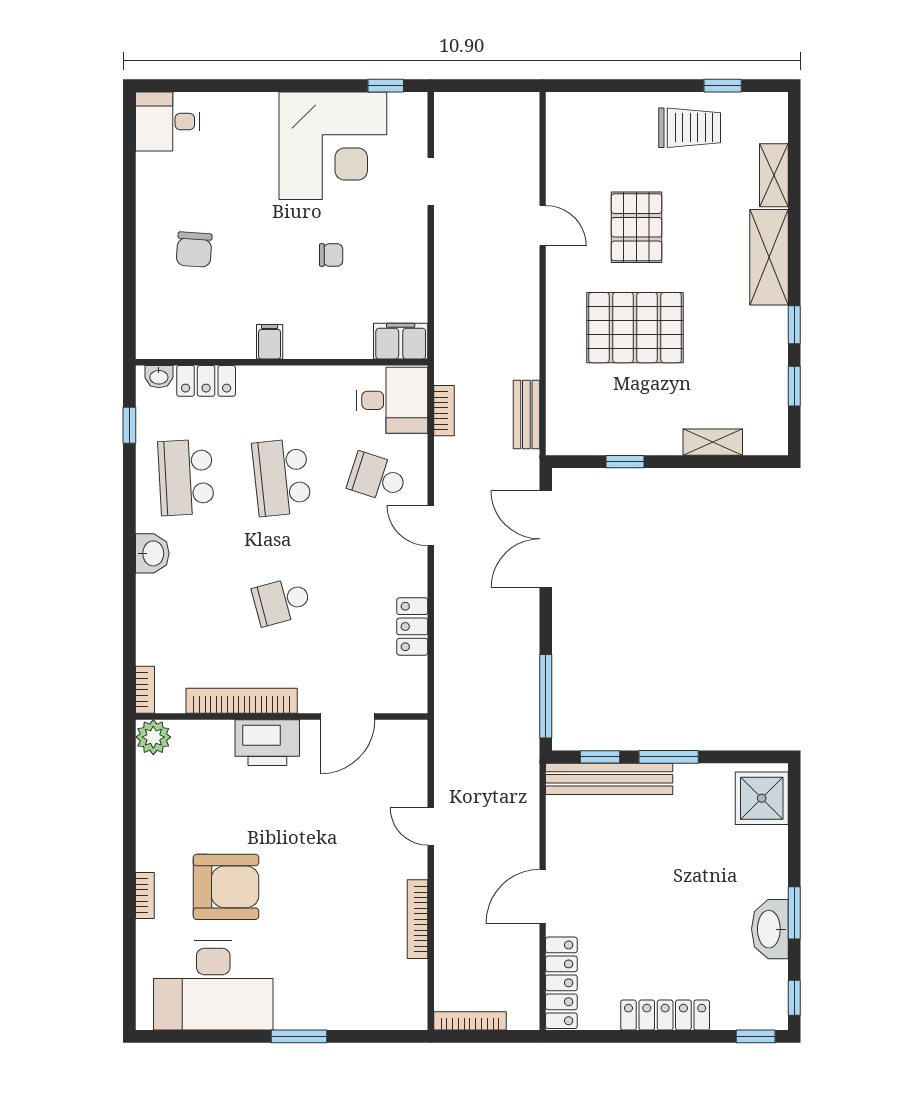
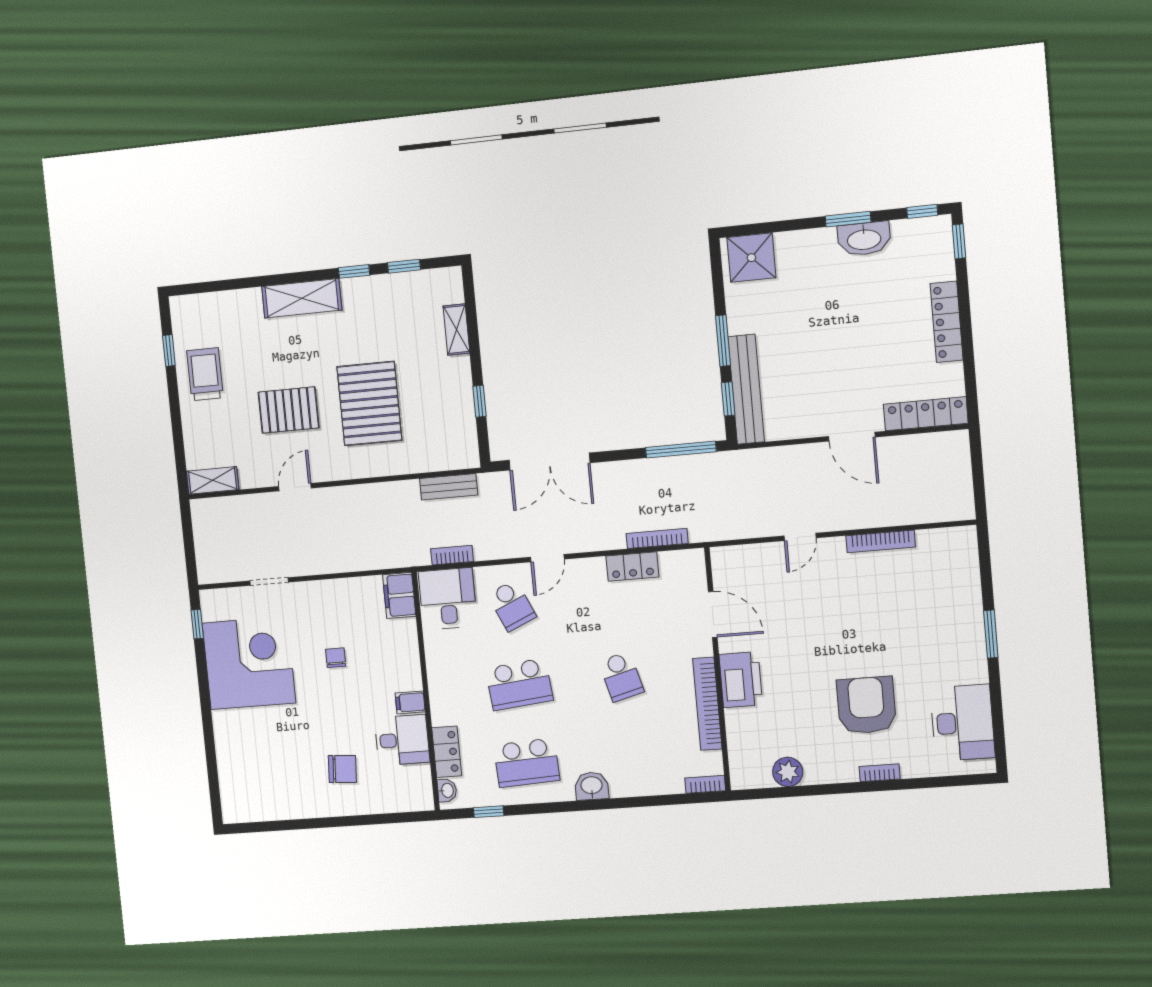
desk: (168, 122) -> (402, 740), moved, turned -90
shelving: (774, 175) -> (213, 480), moved
school desk: (377, 477) -> (512, 606), turned -42
plant: (153, 737) -> (788, 772), moved
desk: (213, 986) -> (962, 723), width x0.73, depth x0.77
bookcase: (470, 1021) -> (657, 538), moved, turned 90

